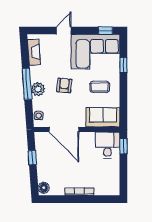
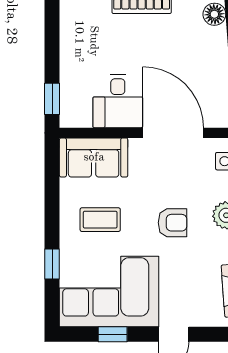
window: (106, 31) -> (113, 334), moved
armchair: (64, 85) -> (173, 223), turned -95
desk: (108, 145) -> (118, 101), moved

